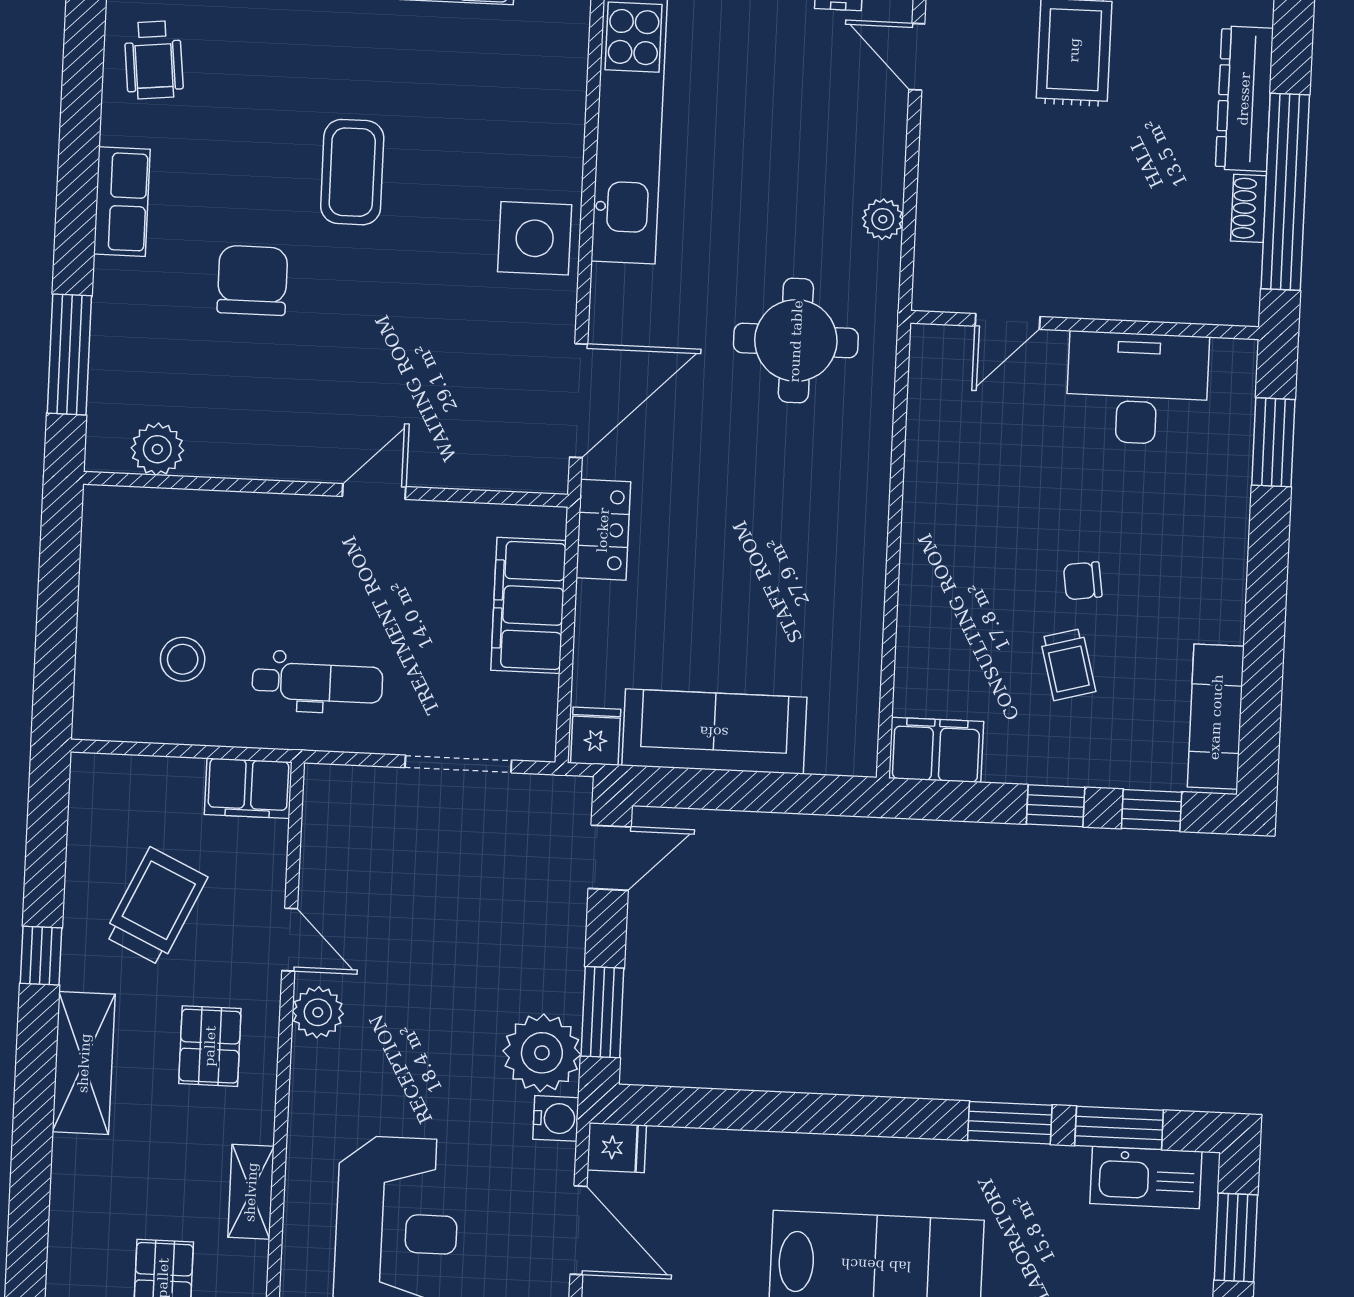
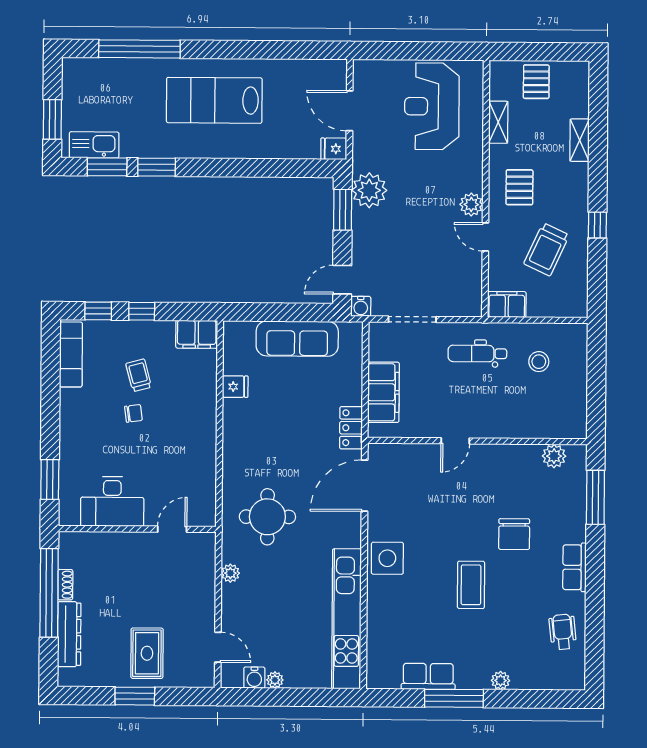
fridge: (596, 736) -> (235, 387), moved, turned -90
shelving: (84, 1063) -> (580, 140), moved, width x0.67, depth x0.75
water cooler: (556, 1118) -> (361, 306), moved, turned -90

